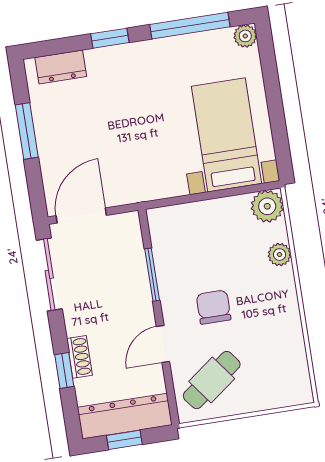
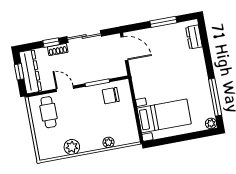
window: (110, 38) -> (208, 60), removed
plant: (267, 206) -> (72, 147), moved
sliding door: (49, 274) -> (84, 36), moved
chair: (214, 307) -> (111, 96), moved, turned 180
cafe table: (212, 380) -> (49, 112), turned 37

